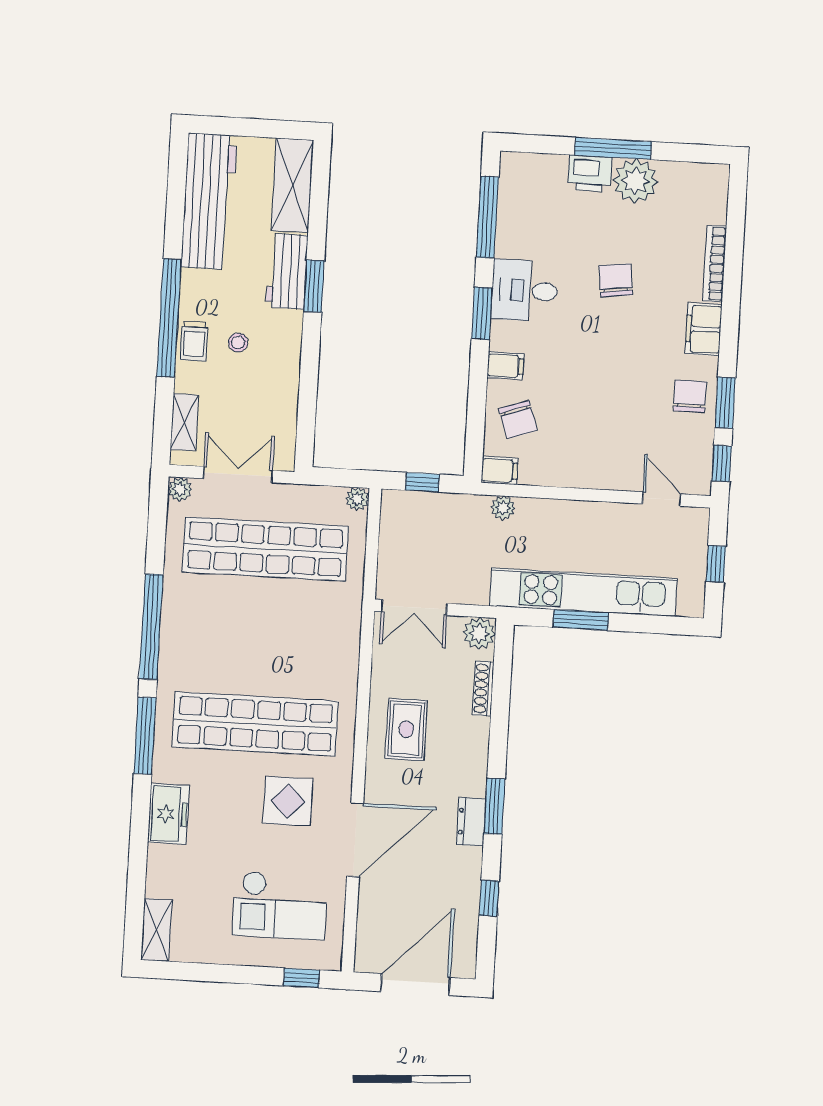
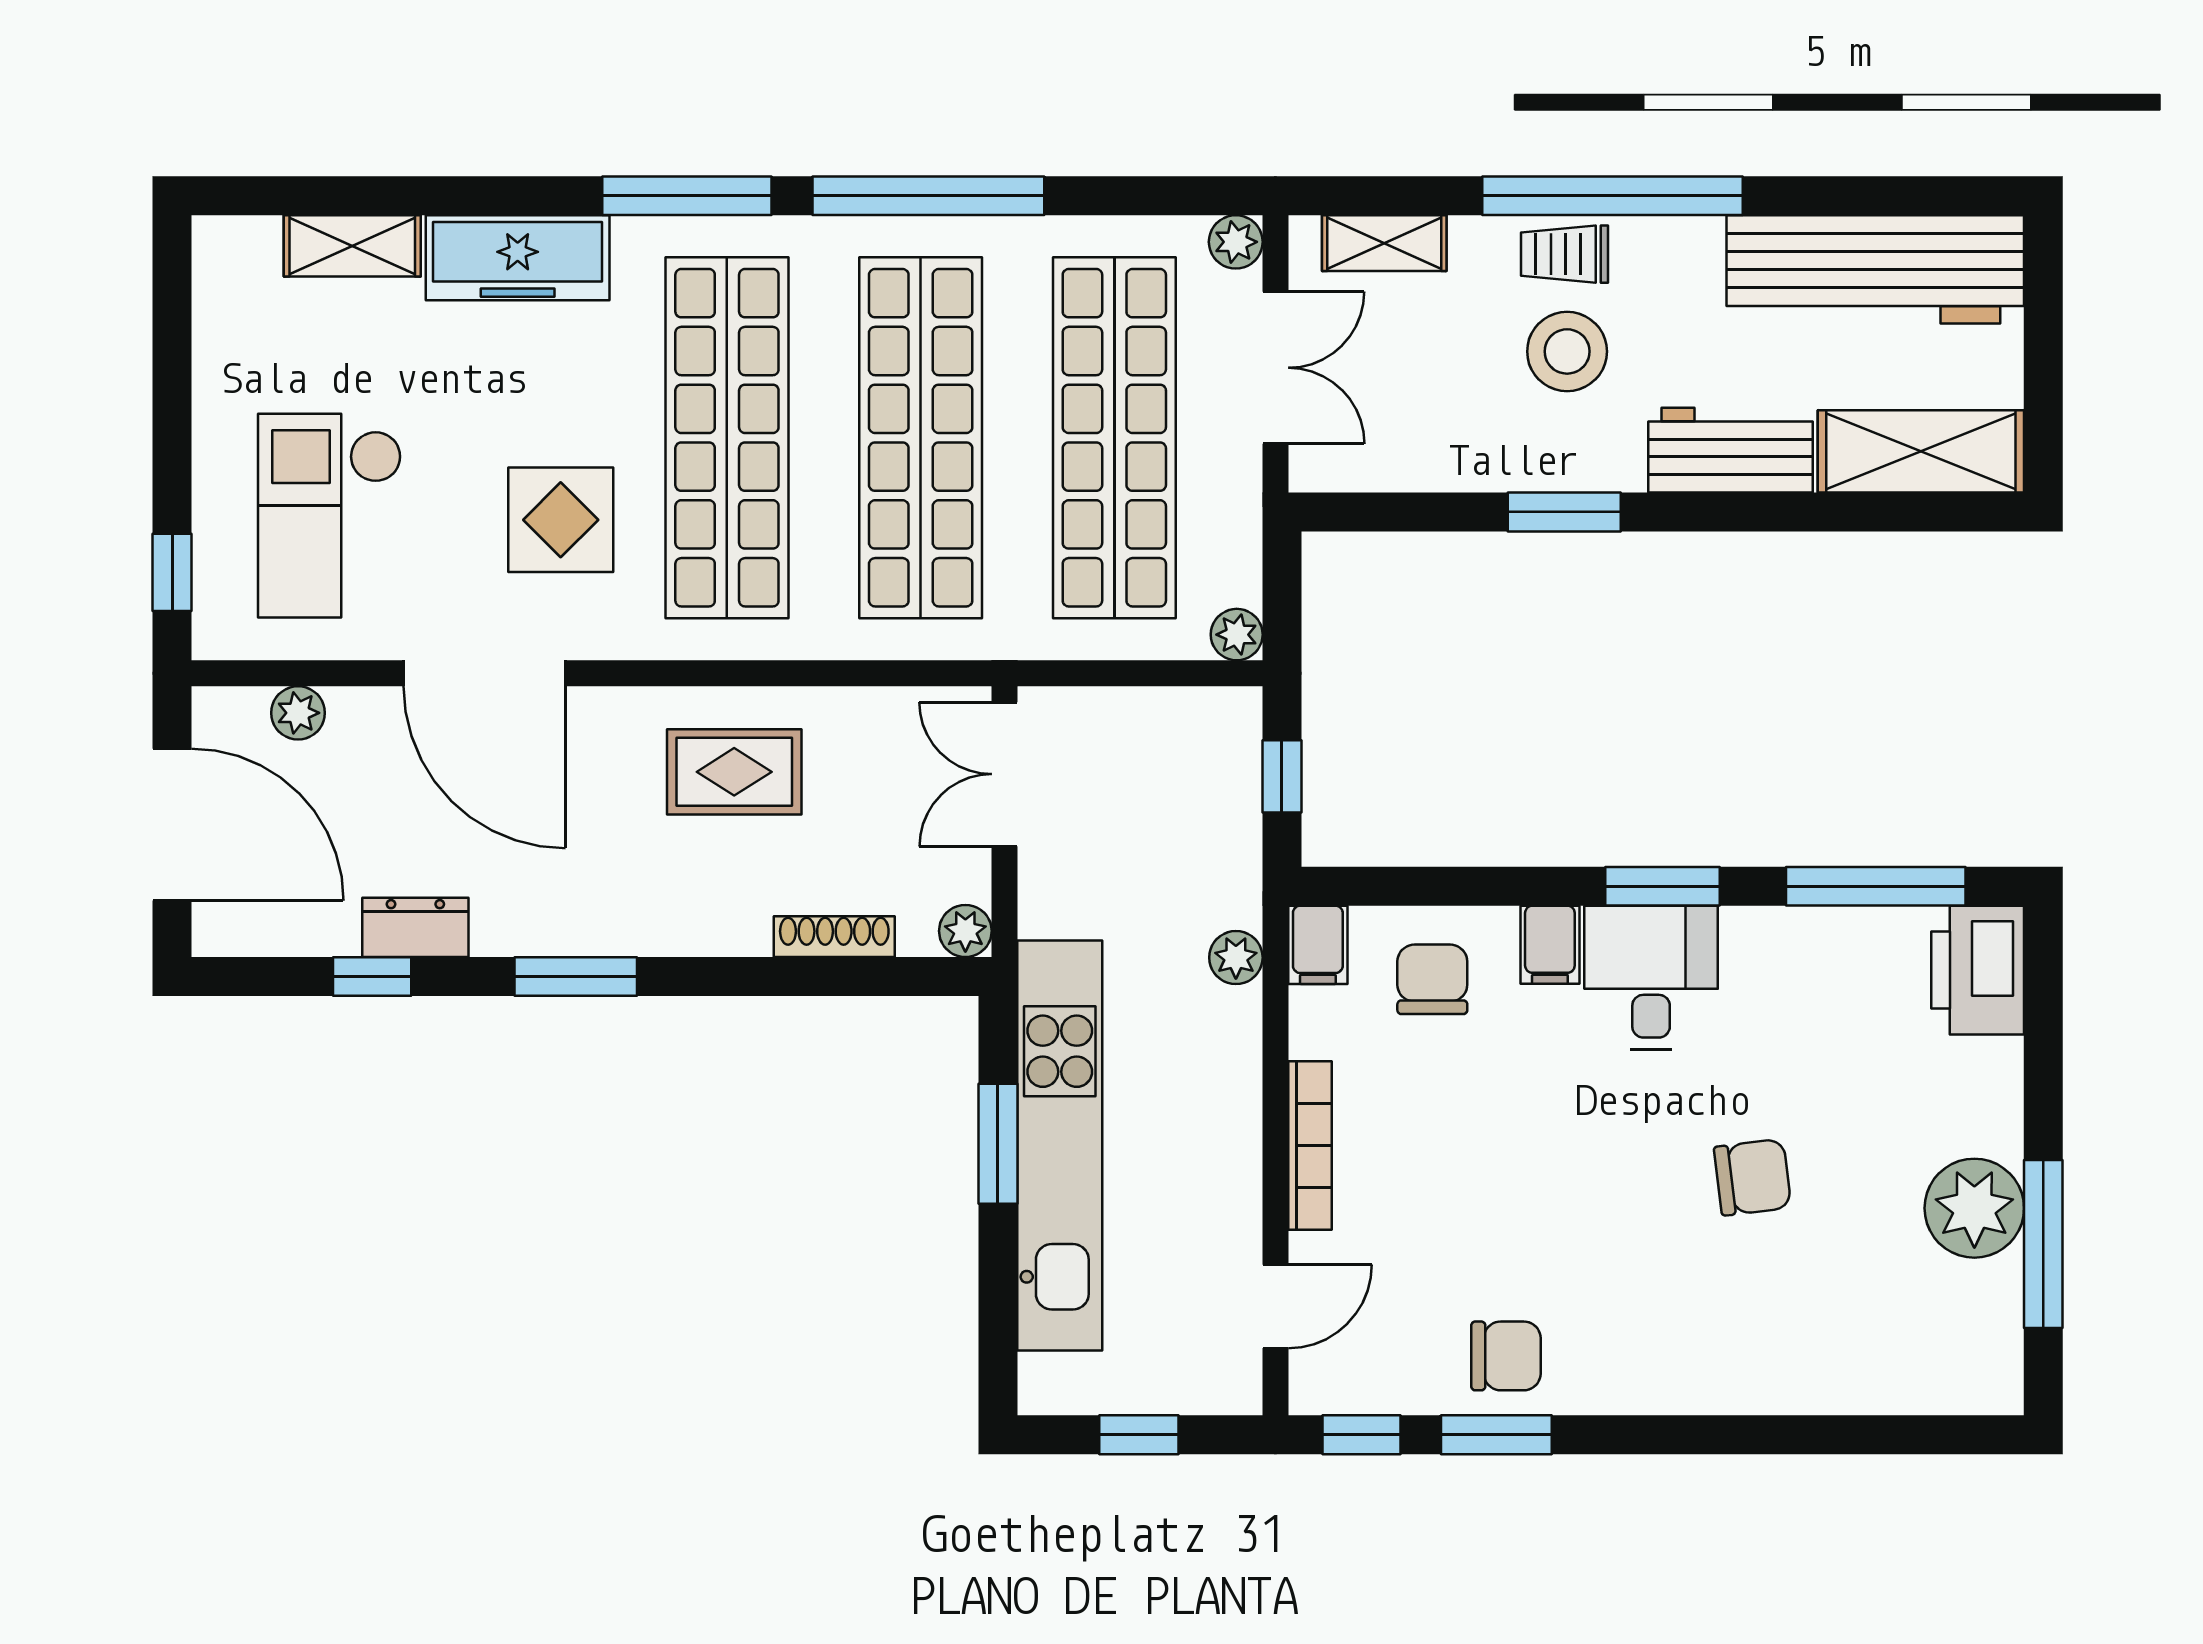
window: (613, 148) -> (2043, 1244), moved
printer: (590, 173) -> (1978, 970), moved, width x1.37, depth x1.19
bookcase: (715, 264) -> (1310, 1146), moved, turned 90
window: (314, 286) -> (1564, 512), moved
desk: (525, 290) -> (1651, 977), moved
filing cabinet: (704, 329) -> (1656, 1377), removed
stool: (238, 342) -> (1567, 351), width x1.89, depth x1.89
chair: (518, 420) -> (1432, 979), turned 109
plant: (479, 633) -> (965, 931), width x0.73, depth x0.73
shop shelf: (260, 637) -> (921, 438), added
freezer: (168, 814) -> (518, 258), width x1.40
dresser: (471, 822) -> (415, 927), moved
plant: (368, 925) -> (298, 713), added
shelving: (156, 930) -> (352, 246), moved

